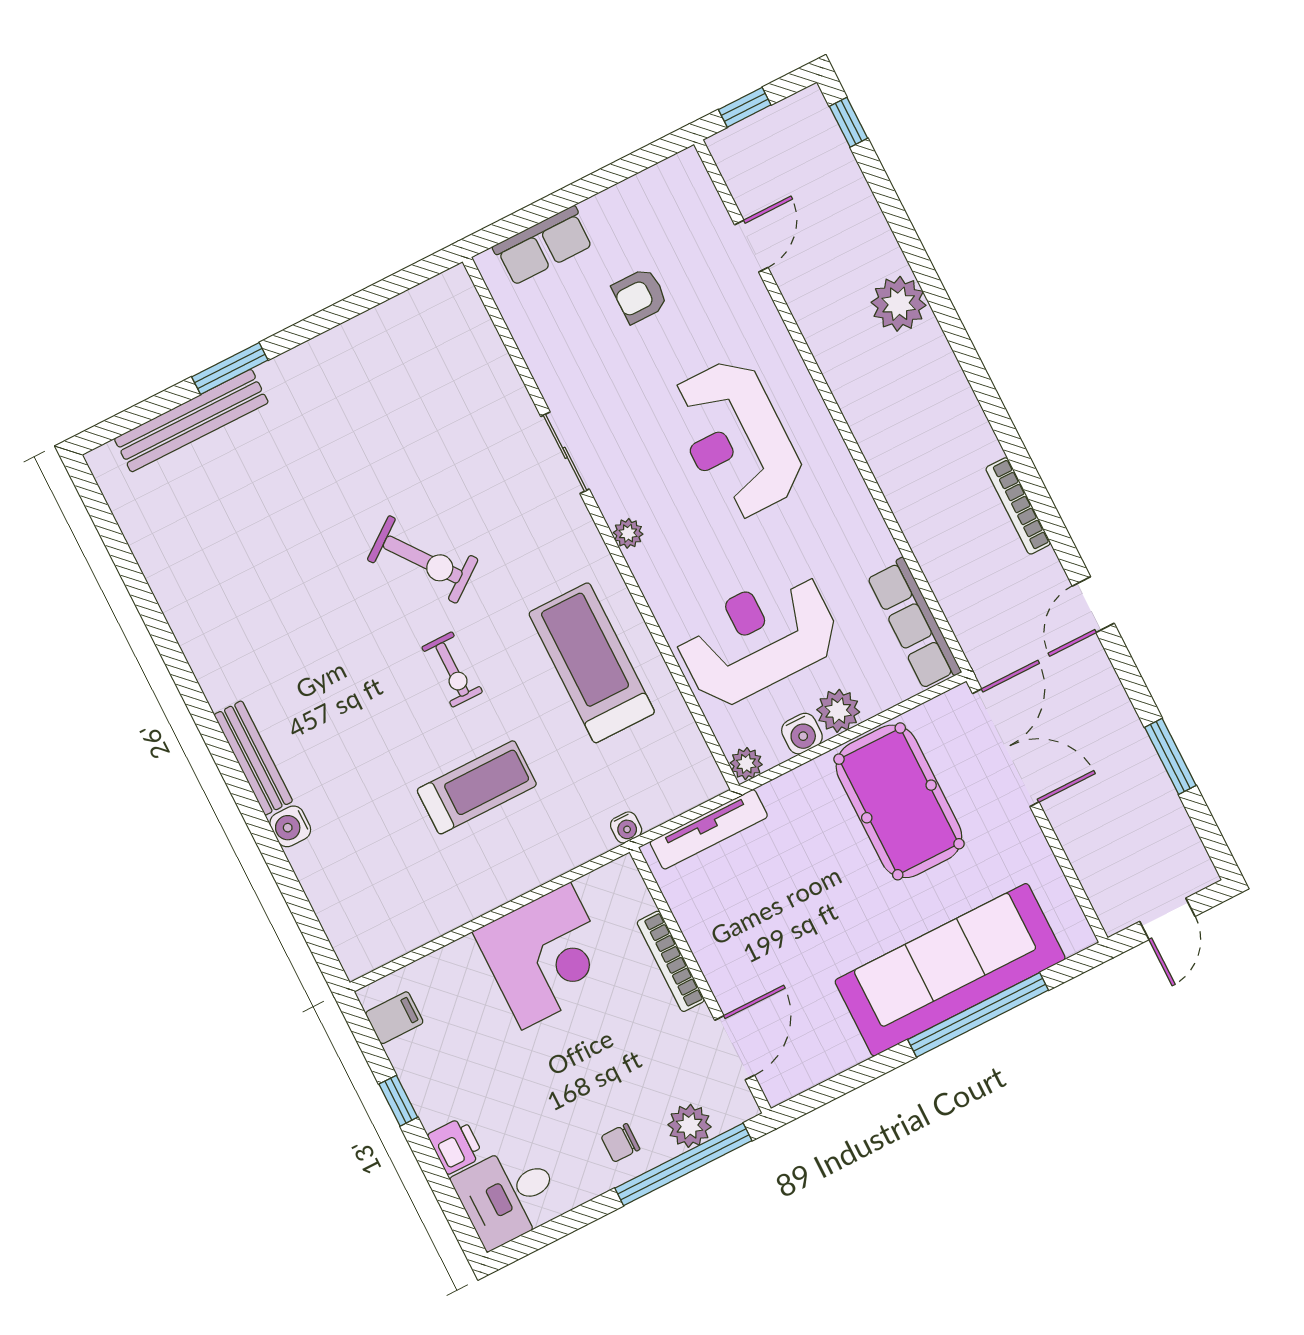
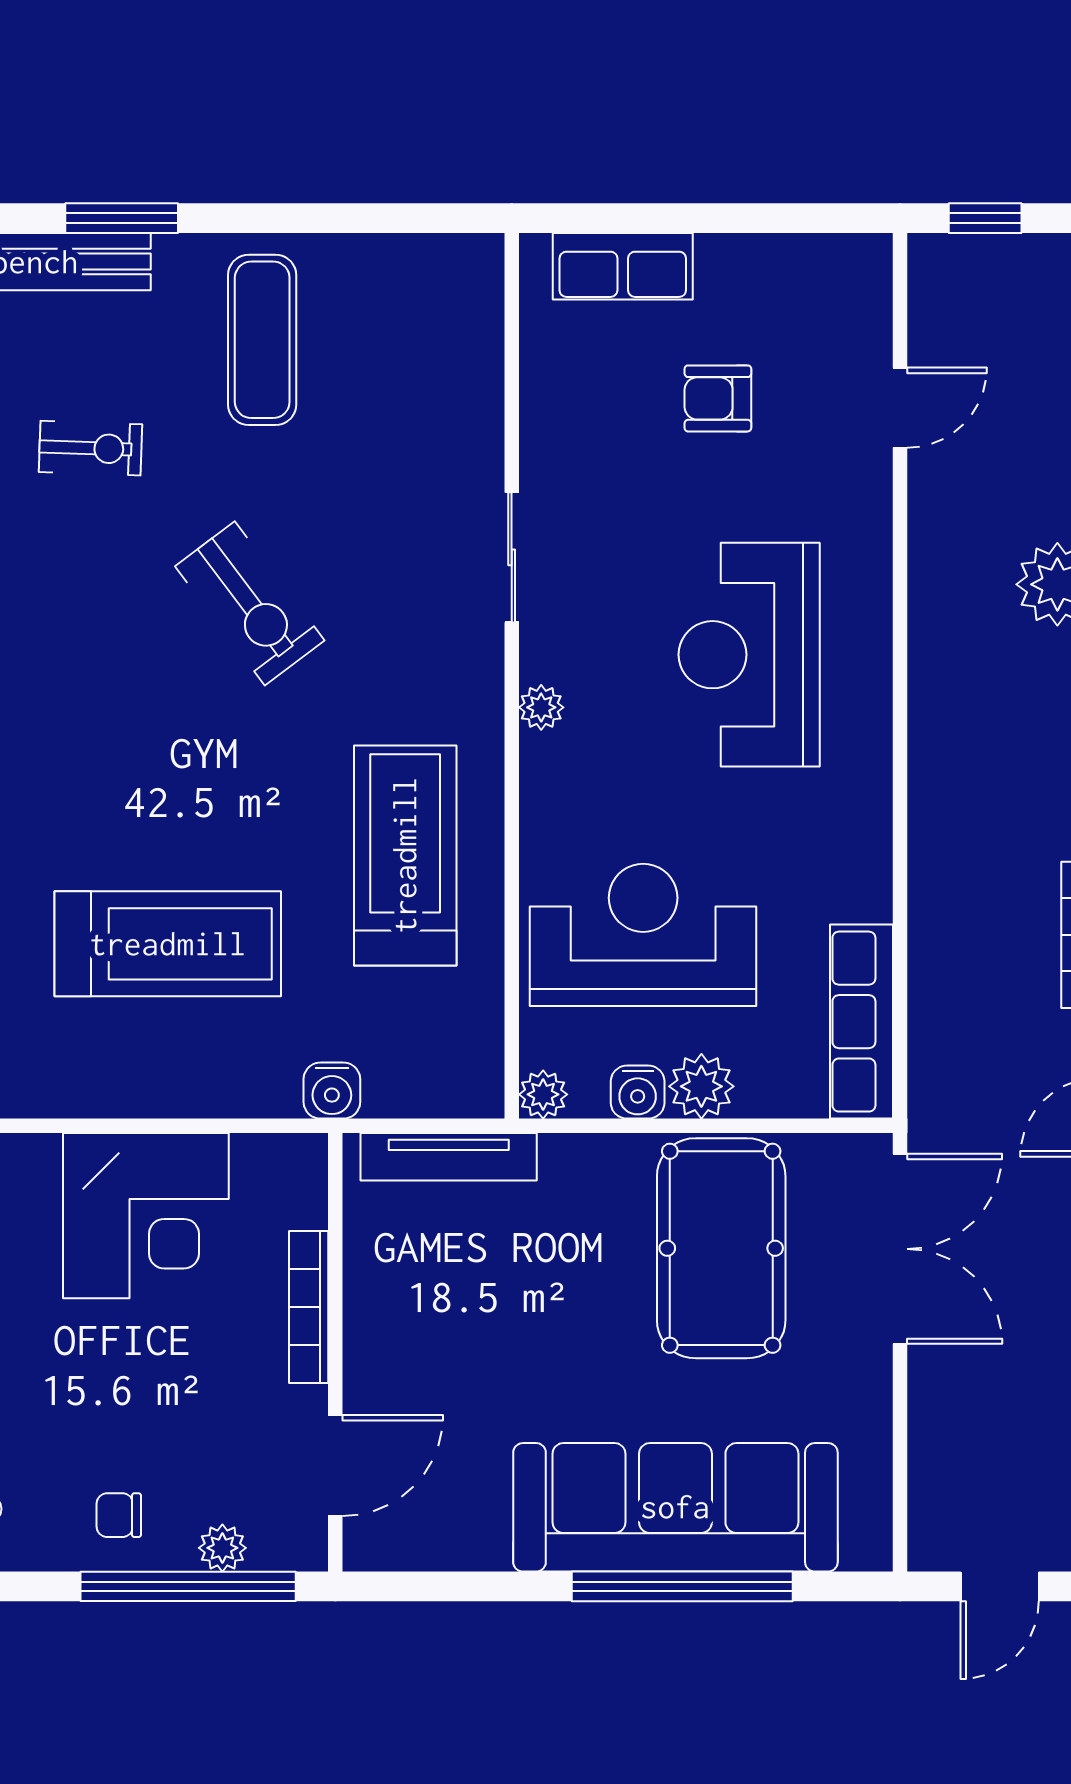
exercise mat: (350, 399) -> (262, 340), added
exercise bike: (452, 670) -> (90, 448), moved, turned -88
treadmill: (477, 787) -> (168, 944), width x1.37, depth x1.38
water cooler: (626, 827) -> (332, 1091), width x1.38, depth x1.38
plant: (690, 1126) -> (222, 1548), width x0.73, depth x0.73

